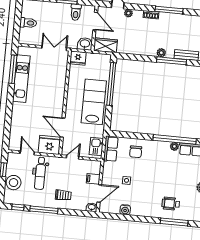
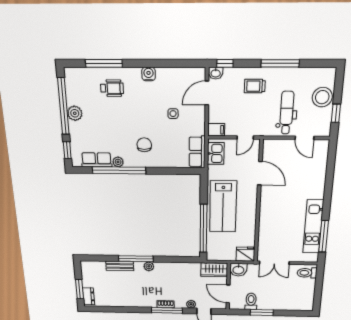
window: (169, 10) -> (167, 310), moved
toilet: (28, 23) -> (307, 273), moved
fridge: (49, 145) -> (276, 150), removed
chair: (136, 152) -> (144, 145), moved
filing cabinet: (93, 179) -> (216, 130), moved
window: (18, 207) -> (225, 63), moved
water cooler: (125, 210) -> (149, 74), moved

